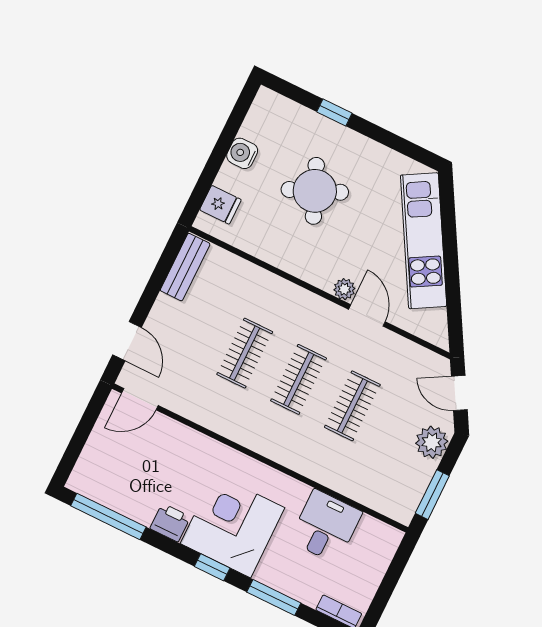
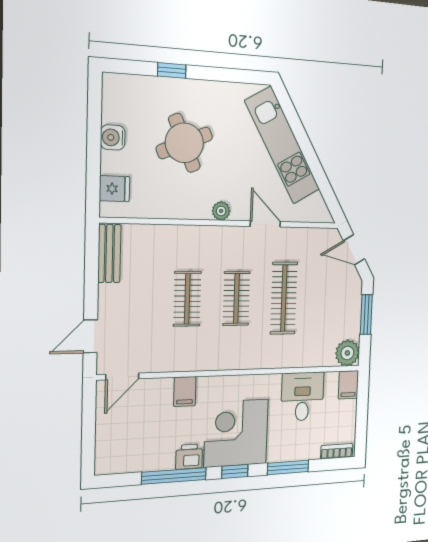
plant: (344, 289) -> (221, 211), moved
door: (127, 341) -> (90, 336), swing flipped
clothes rail: (352, 406) -> (284, 298), width x1.36
plant: (432, 442) -> (347, 353), moved
filing cabinet: (197, 450) -> (185, 392), added
window: (432, 495) -> (366, 314), moved
window: (108, 516) -> (174, 476), moved
filing cabinet: (386, 543) -> (348, 385), added

